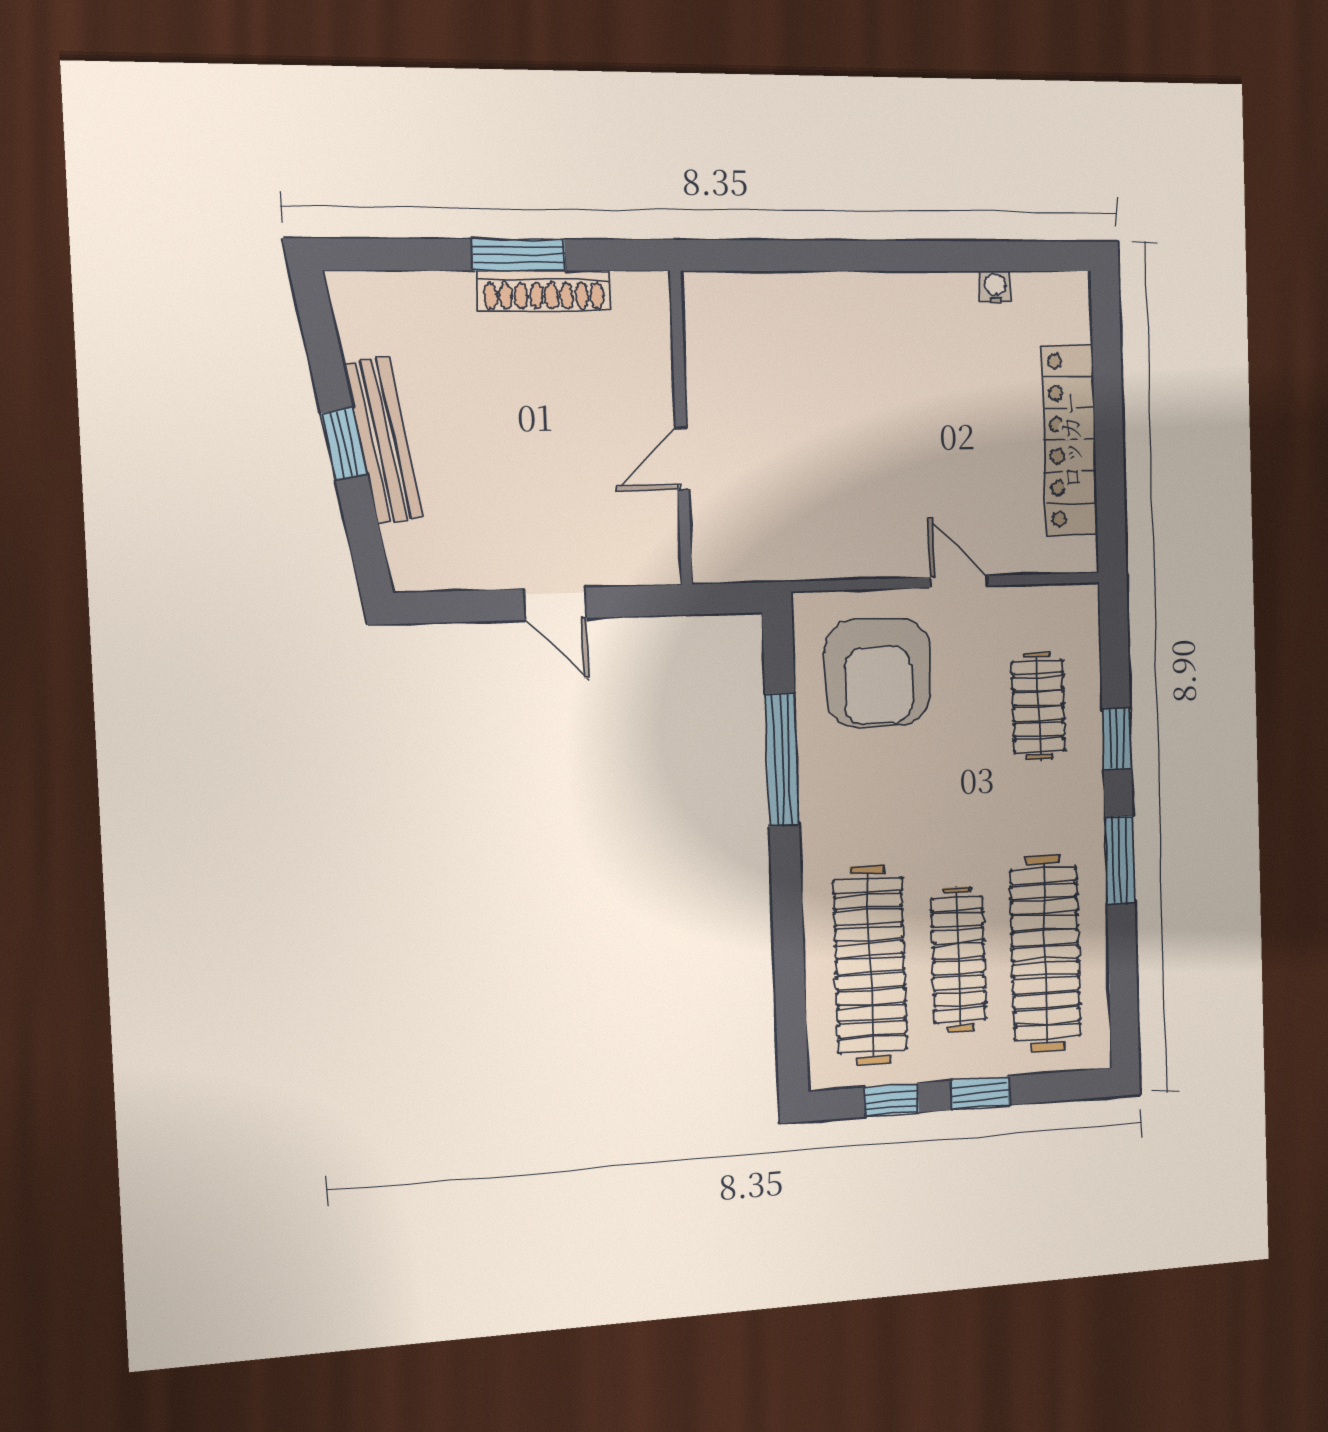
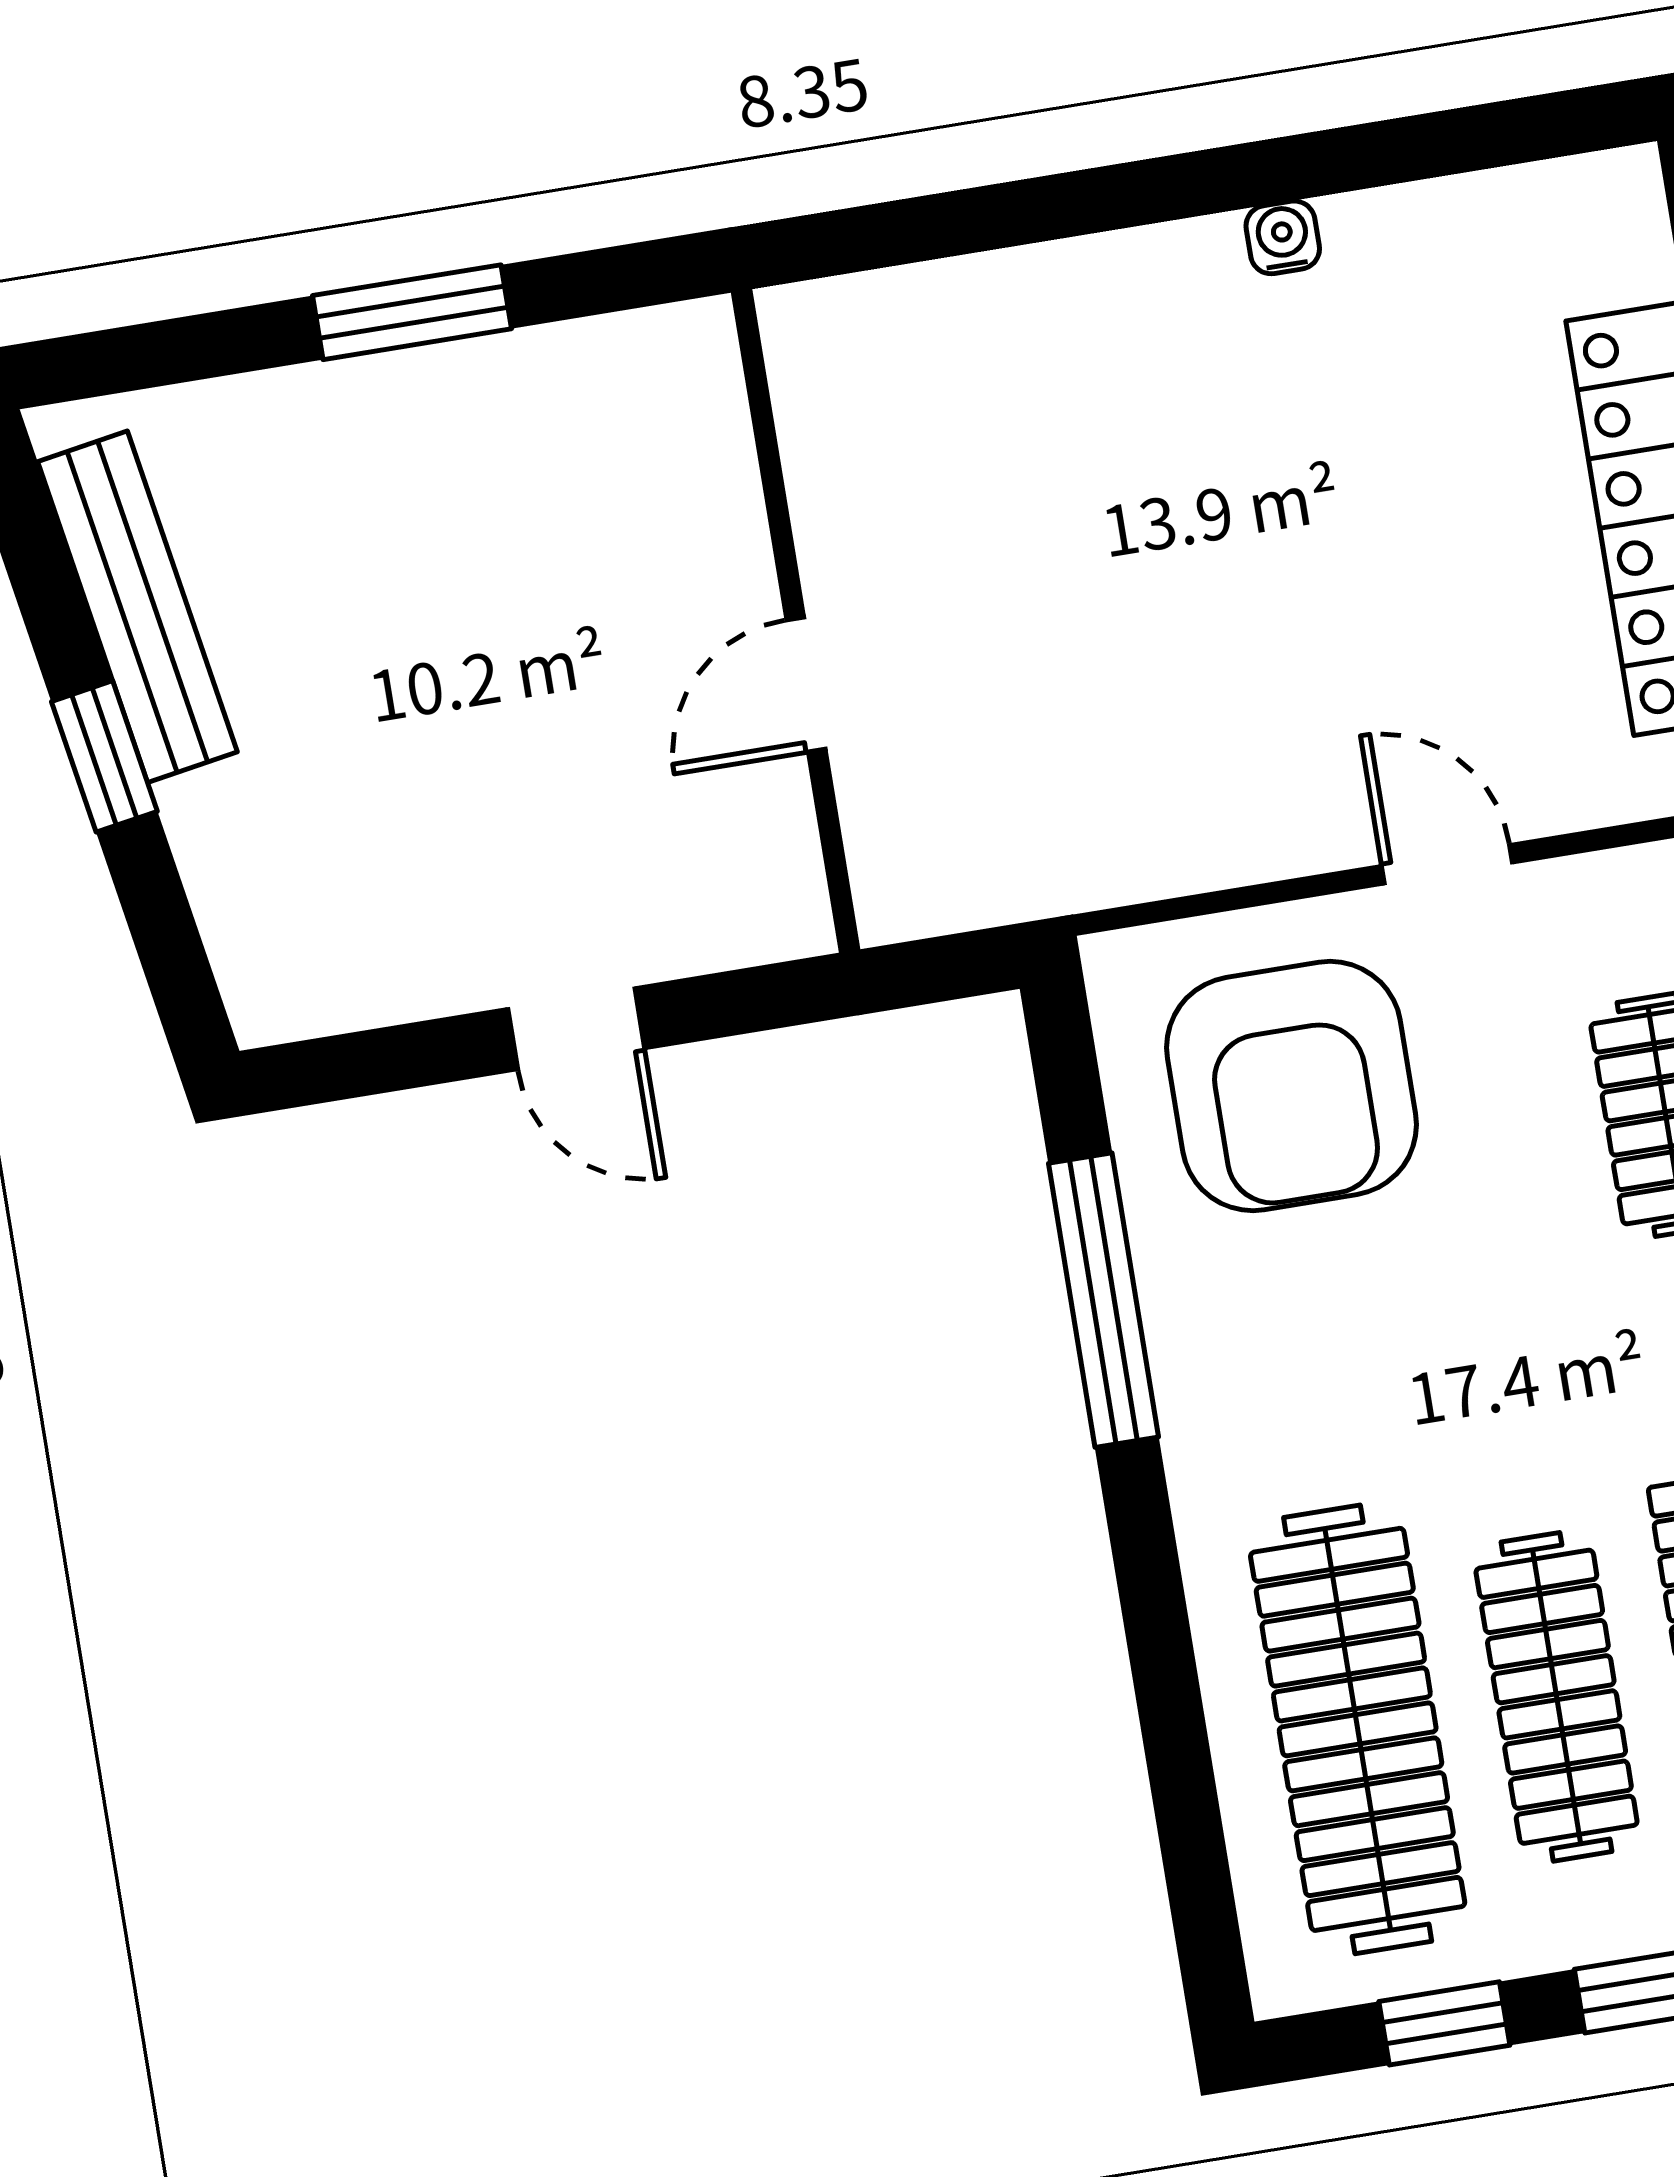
water cooler: (995, 287) -> (1283, 237), moved
shoe rack: (544, 291) -> (472, 379), removed
bench: (383, 440) -> (137, 607), moved

